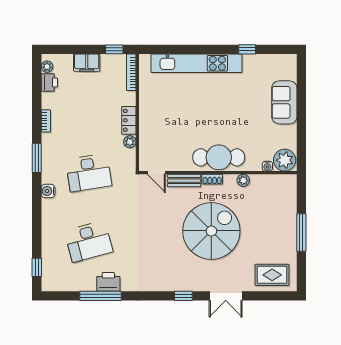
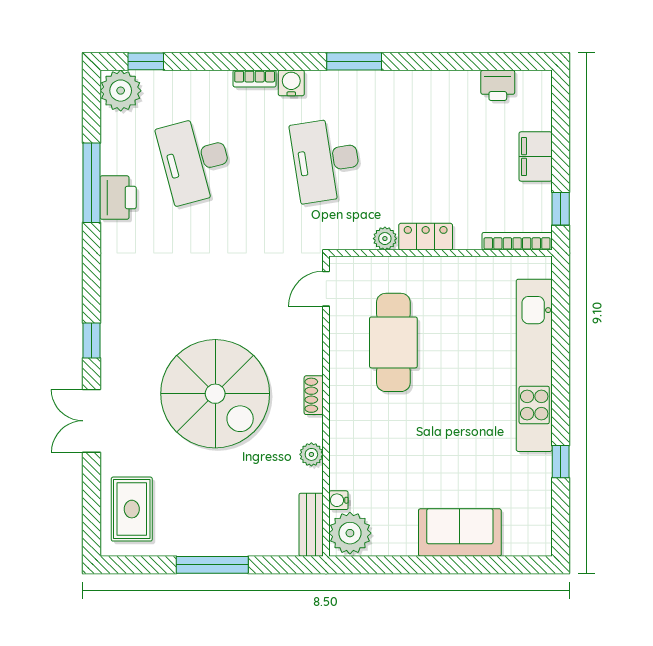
plant: (47, 67) -> (121, 91), moved, width x1.88, depth x1.88
bookcase: (46, 121) -> (255, 79), moved
cafe table: (219, 157) -> (393, 342), moved
bench: (184, 181) -> (311, 525), moved

